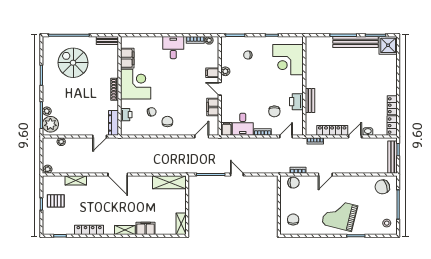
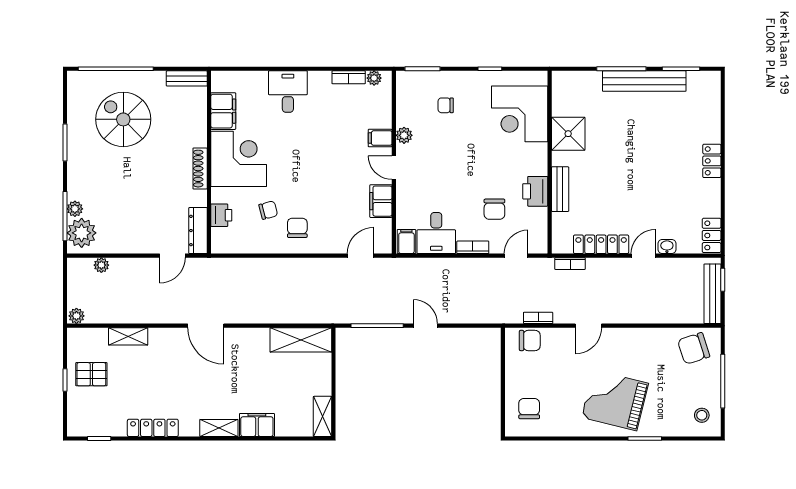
shower: (388, 45) -> (568, 134), moved
desk: (173, 48) -> (288, 92), moved
locker: (392, 105) -> (712, 161), moved

